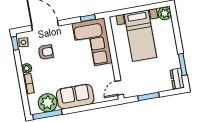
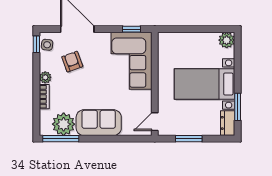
bed with nightstands: (140, 36) -> (205, 84), moved, turned 90
armchair: (46, 52) -> (72, 62), turned -110

